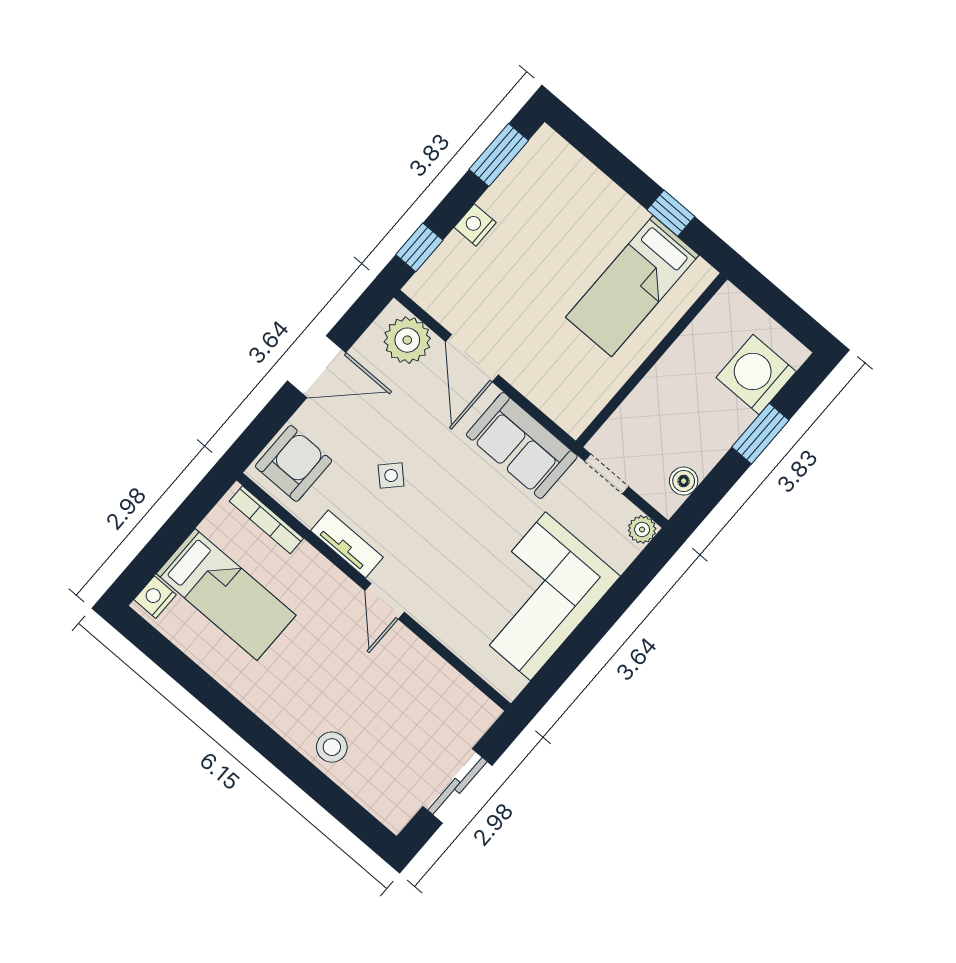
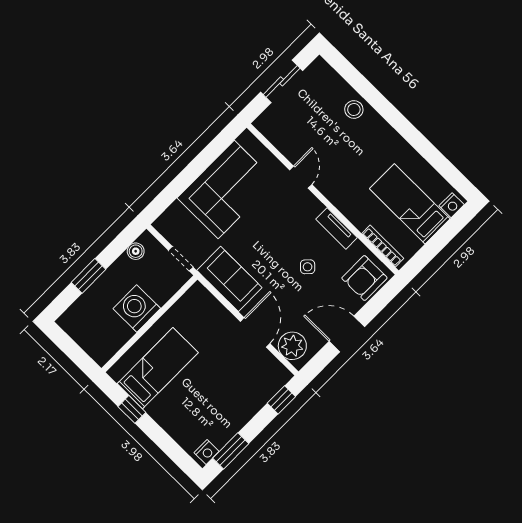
nightstand: (475, 225) -> (207, 452), moved
washing machine: (756, 374) -> (137, 308), moved, turned 180
plant: (642, 529) -> (162, 224), removed
door: (385, 601) -> (301, 177), moved

